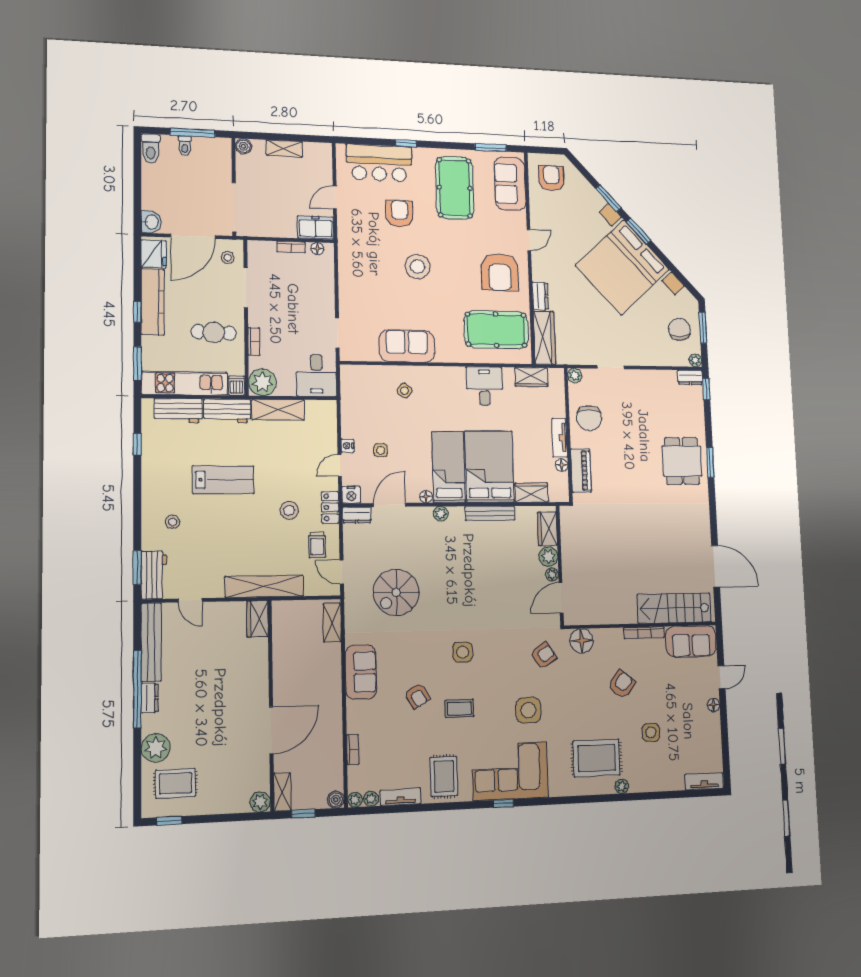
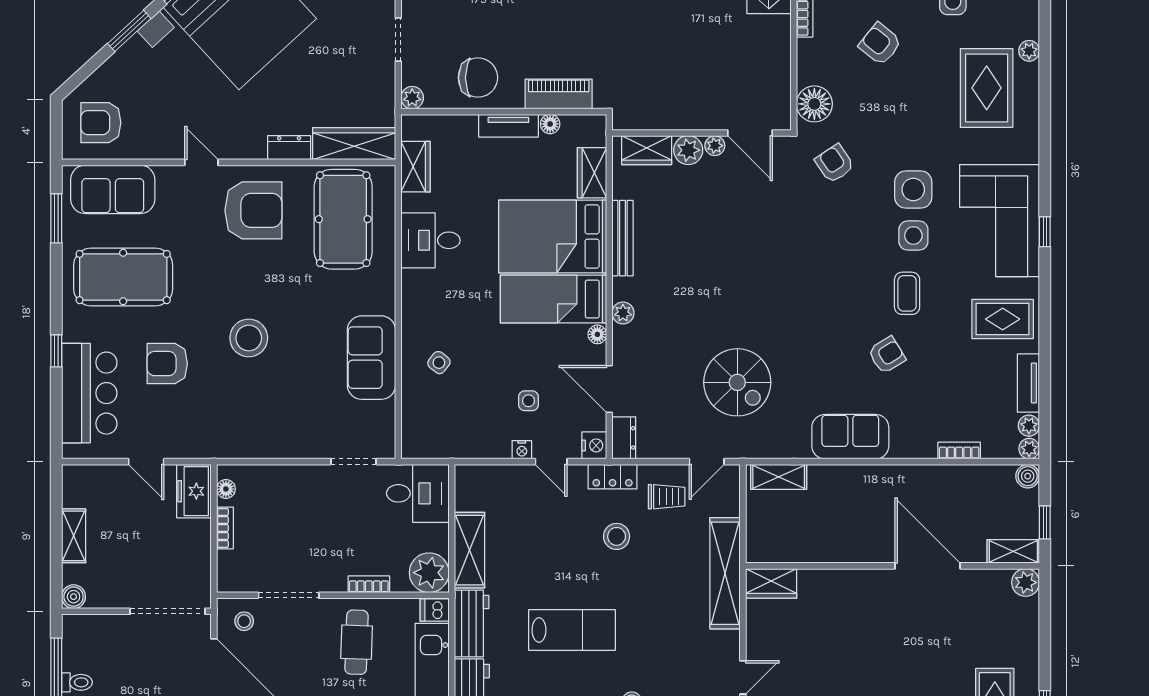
lab bench: (223, 480) -> (572, 630), turned 90
side table: (463, 652) -> (913, 236), moved

